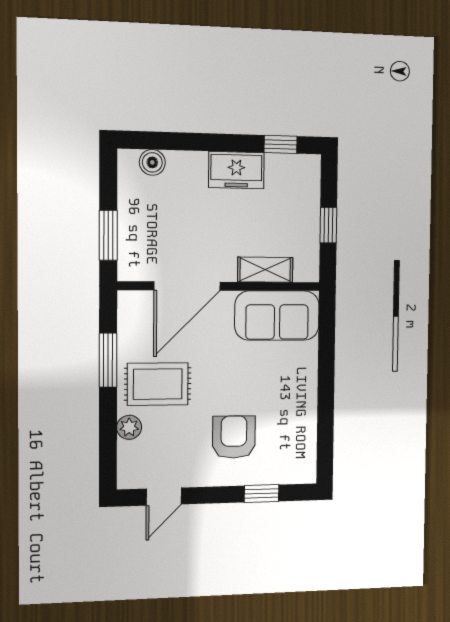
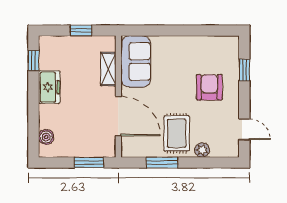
armchair: (234, 437) -> (209, 87), turned 90

